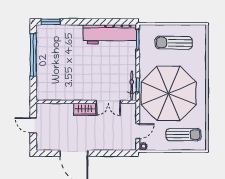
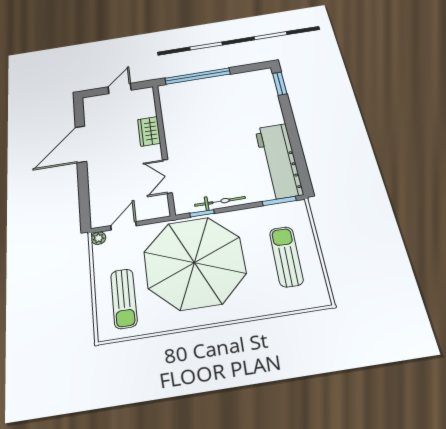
window: (33, 55) -> (198, 76), moved
bicycle: (132, 86) -> (220, 201), moved
wardrobe: (85, 110) -> (149, 131), moved
door: (138, 131) -> (124, 226), swing flipped

